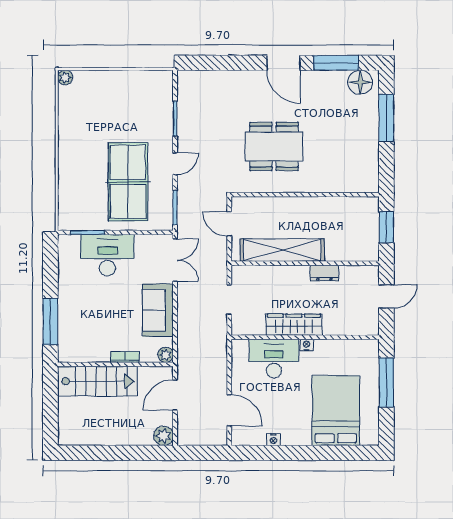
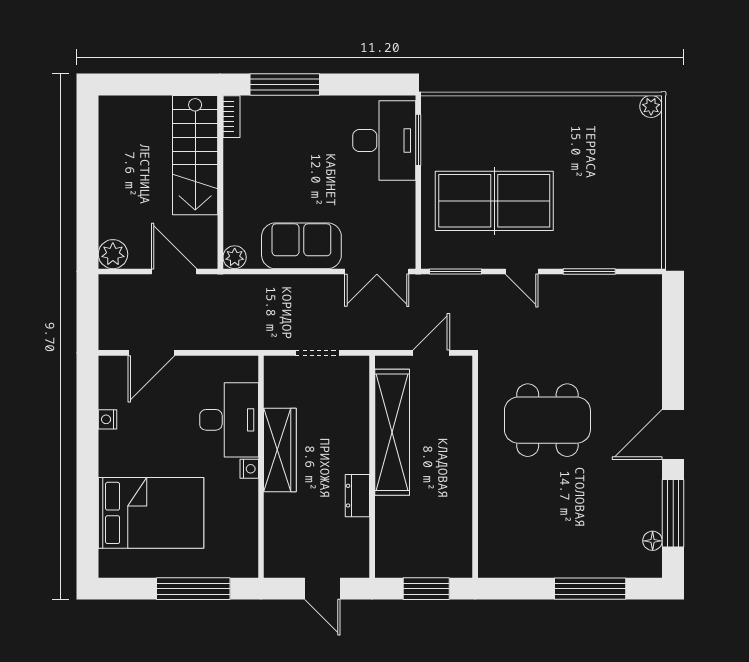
floor lamp: (360, 82) -> (653, 541), width x0.53, depth x0.53
dining table: (274, 146) -> (547, 420), turned 90
desk: (107, 255) -> (384, 140), moved
bookcase: (125, 357) -> (231, 117), moved

